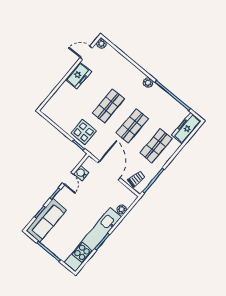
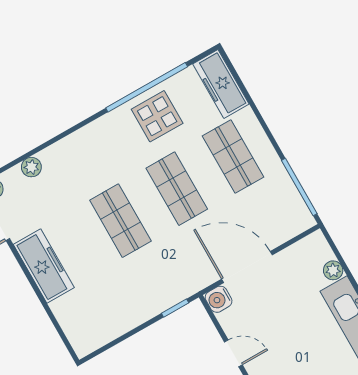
freezer: (78, 76) -> (44, 266), width x1.40
plant: (148, 83) -> (31, 167), moved
display table: (84, 132) -> (157, 116), moved
water cooler: (81, 173) -> (219, 299), moved
trolley: (136, 179) -> (284, 219), removed

